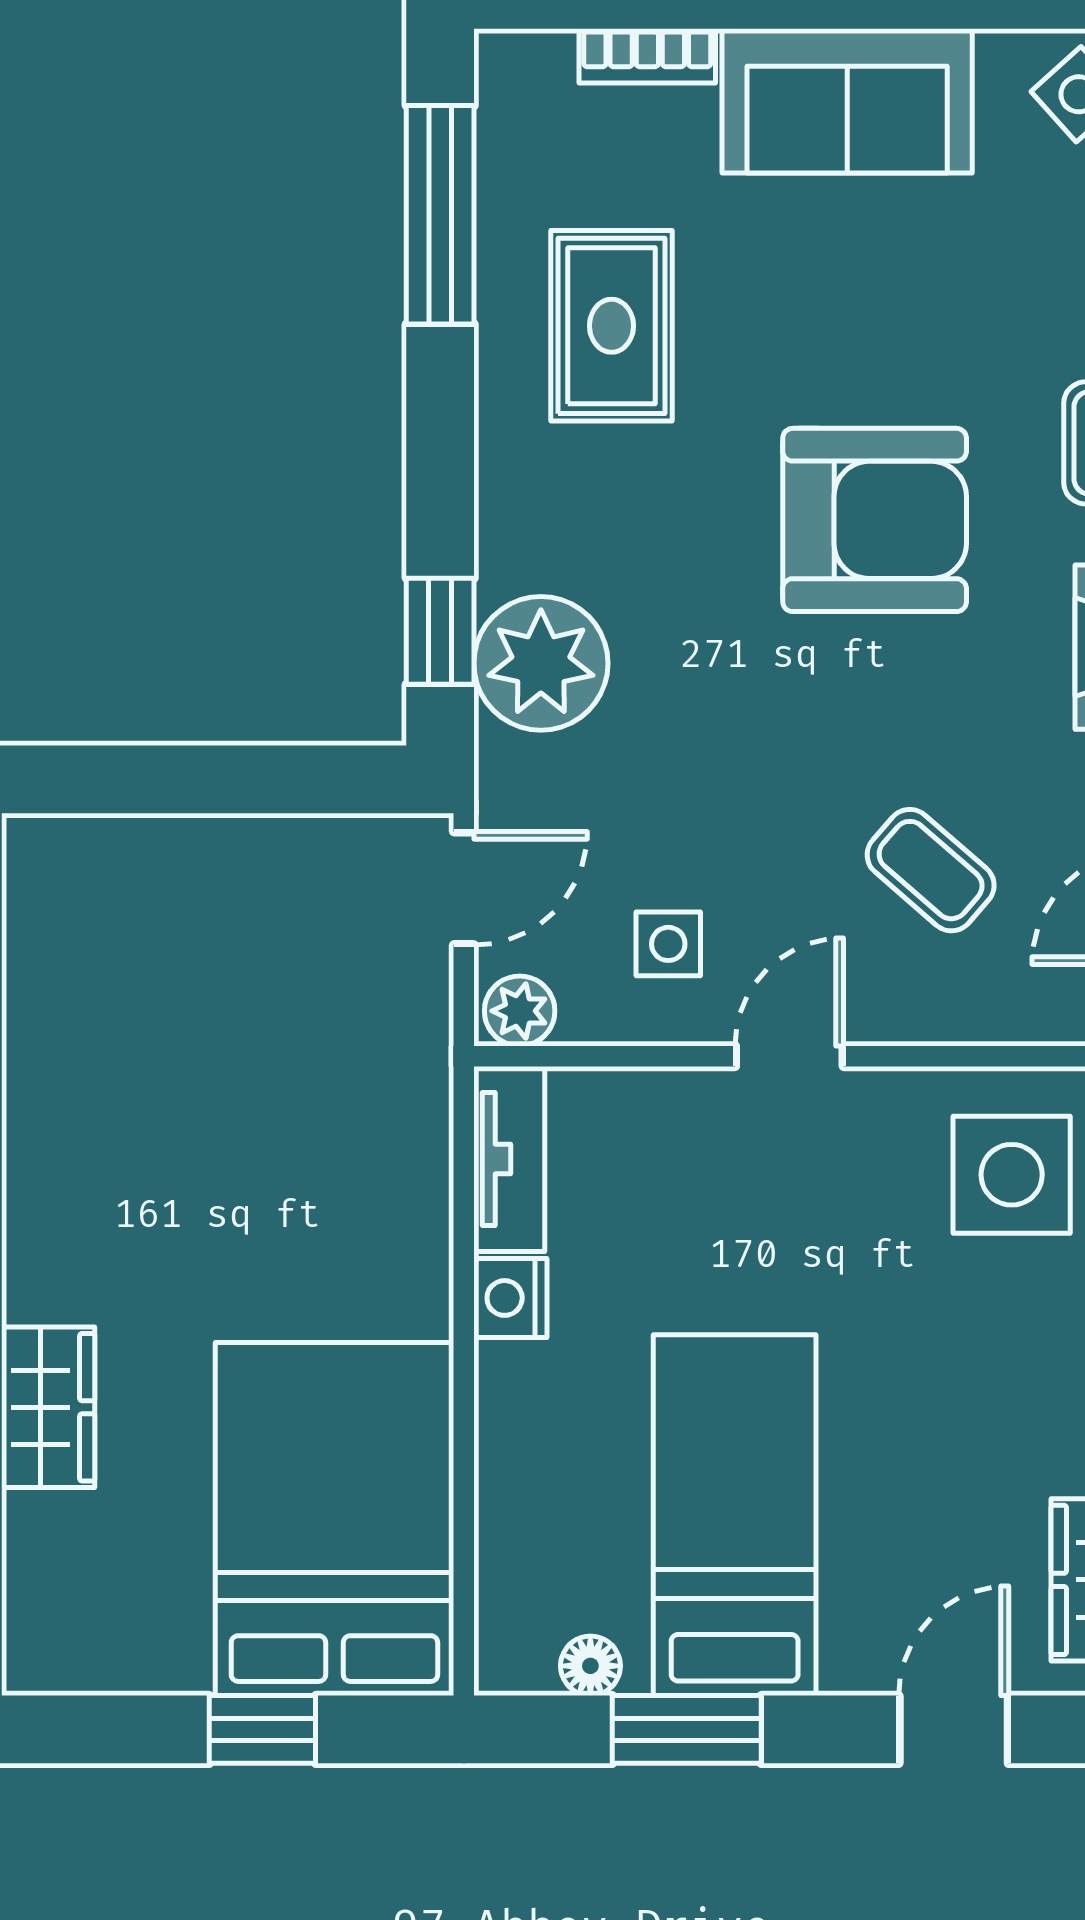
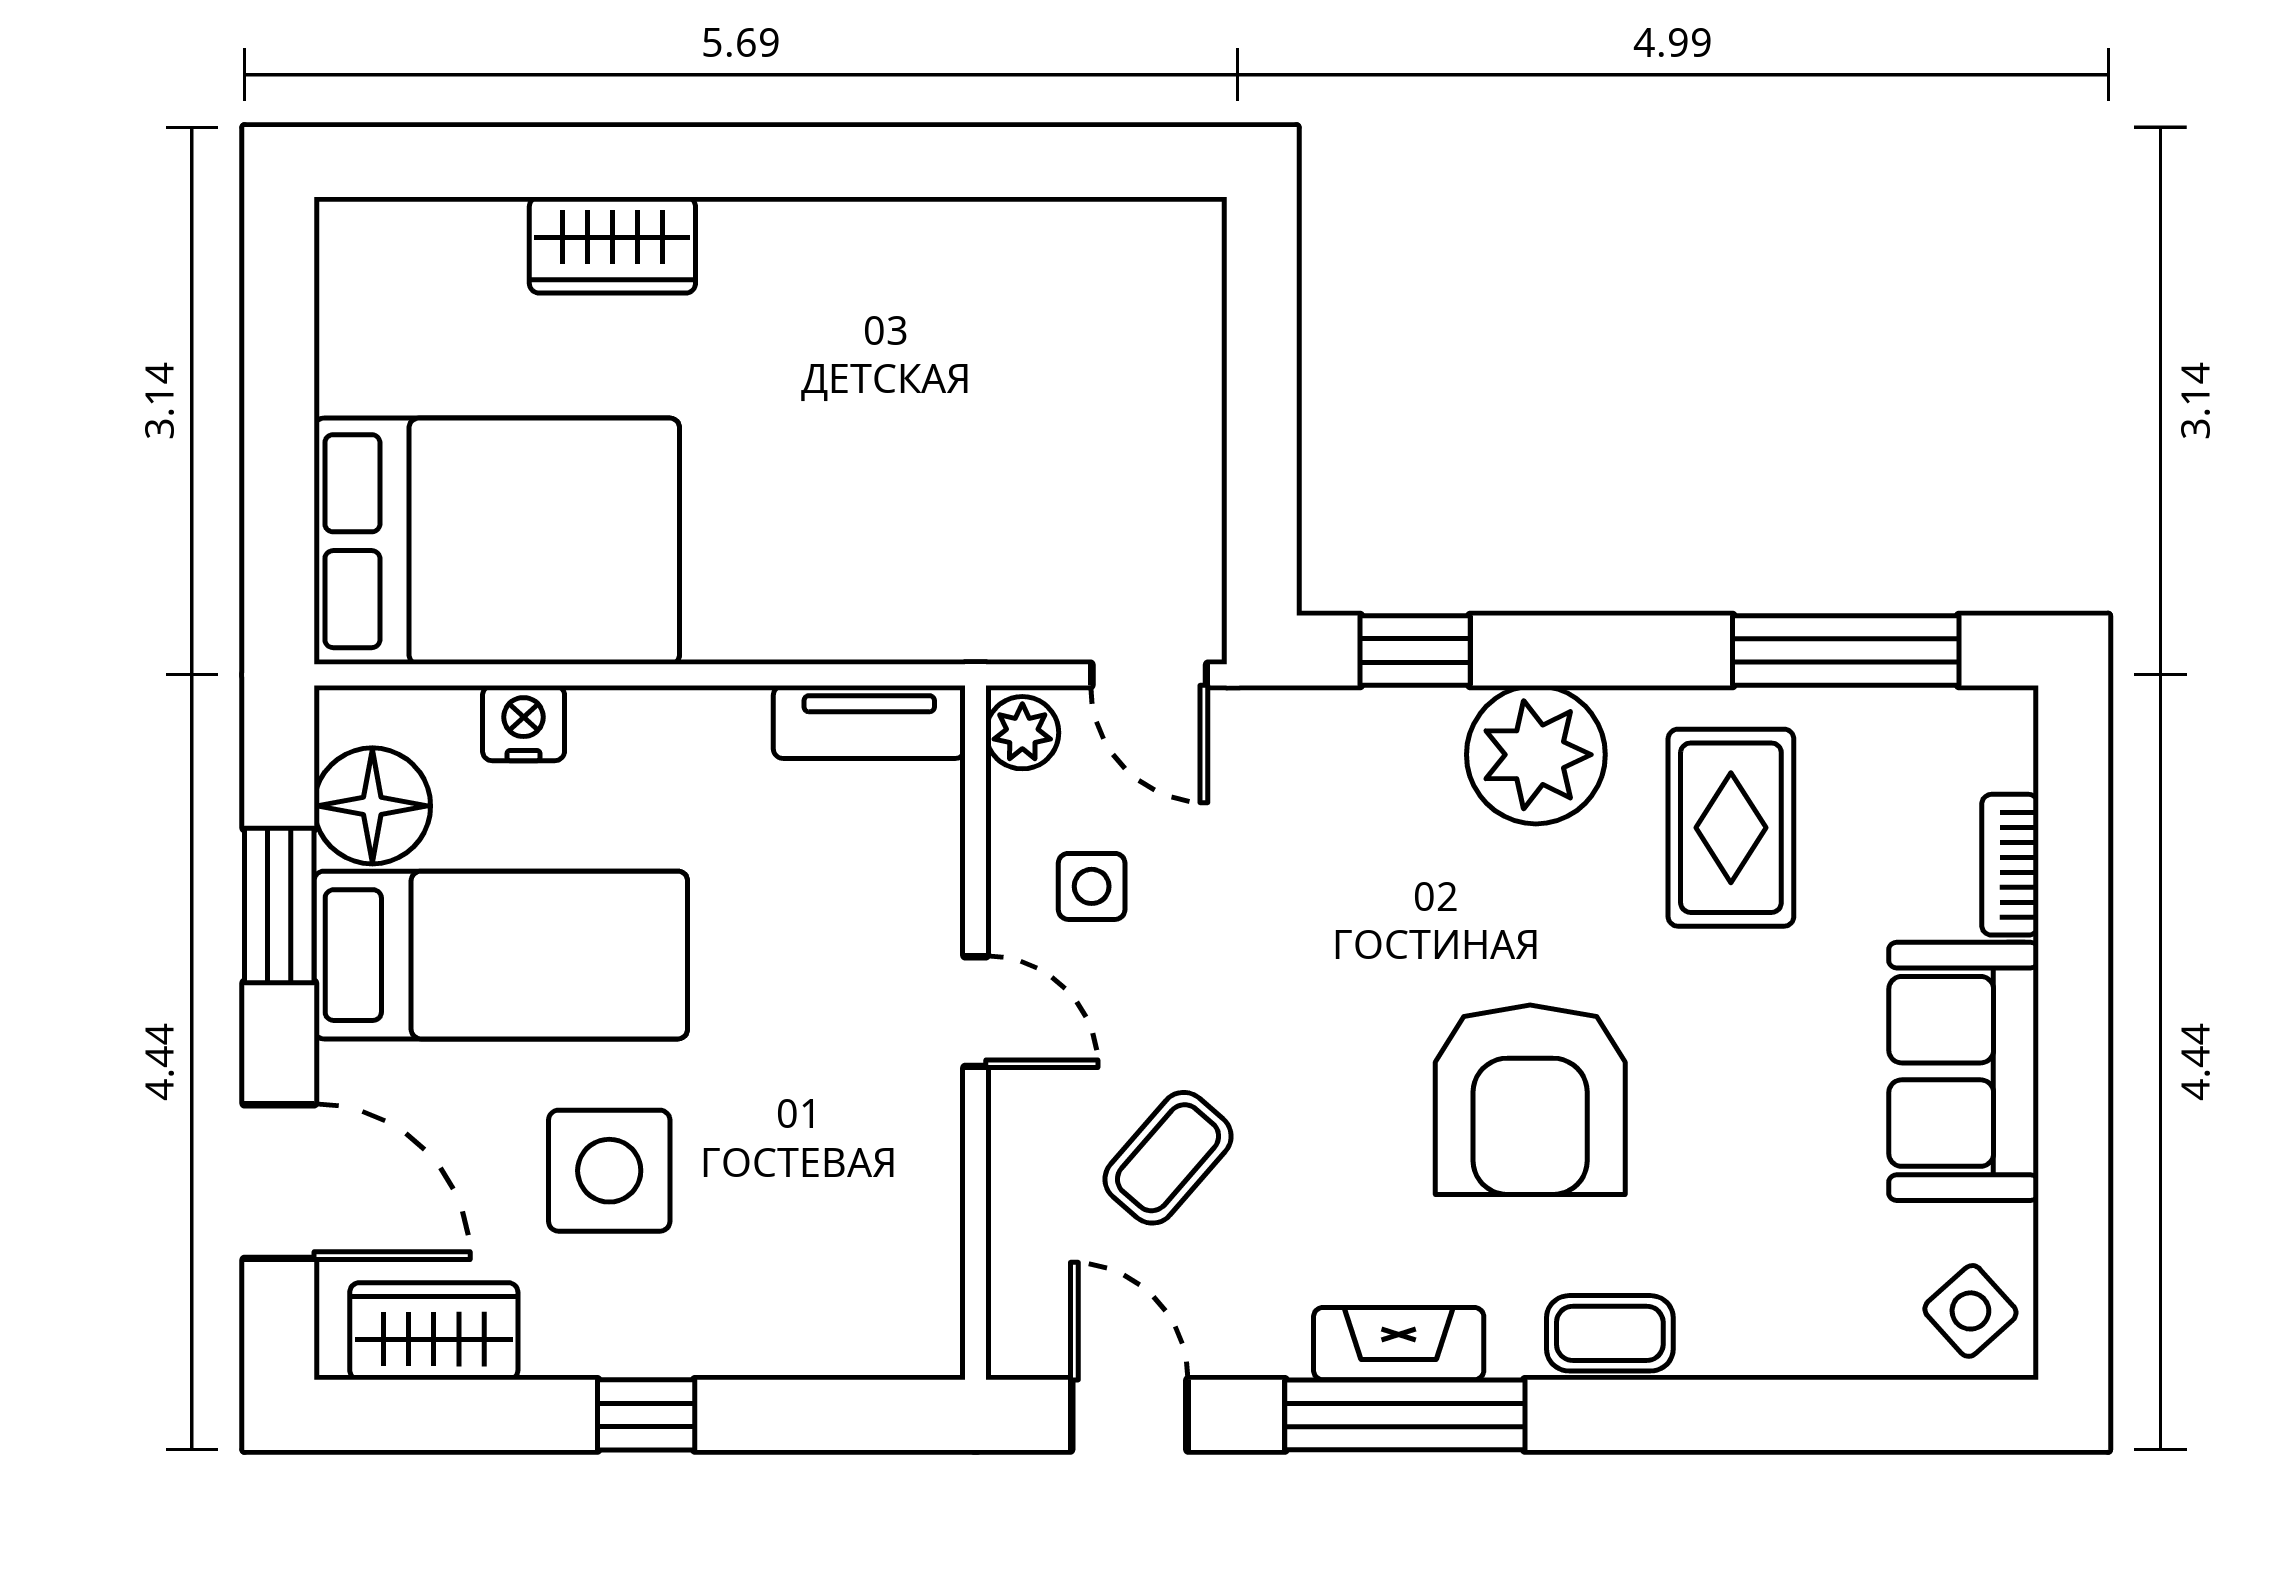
rug: (612, 326) -> (1731, 828), turned 90
plant: (541, 663) -> (1536, 755), moved
side table: (1012, 1175) -> (609, 1171), moved
nightstand: (510, 1298) -> (524, 723), moved
floor lamp: (590, 1666) -> (372, 806), width x1.89, depth x1.89
window: (262, 1729) -> (279, 467), removed
door: (954, 1729) -> (279, 1182), width x1.38

